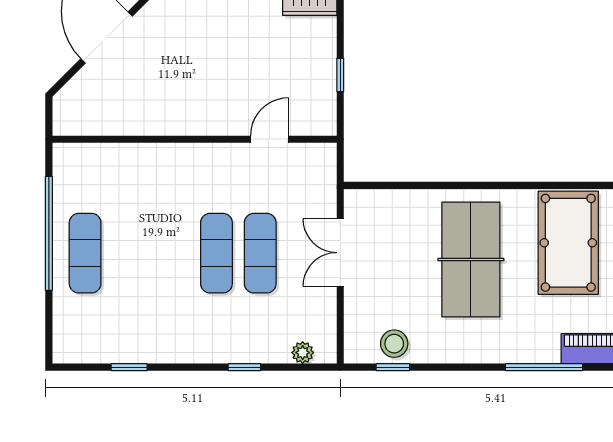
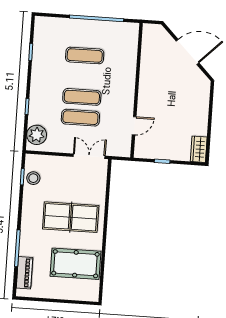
door: (270, 139) -> (134, 126), hinge flipped
exercise mat: (85, 253) -> (85, 56), moved
double door: (340, 253) -> (89, 156), moved
plant: (303, 353) -> (37, 135), width x1.88, depth x1.88

